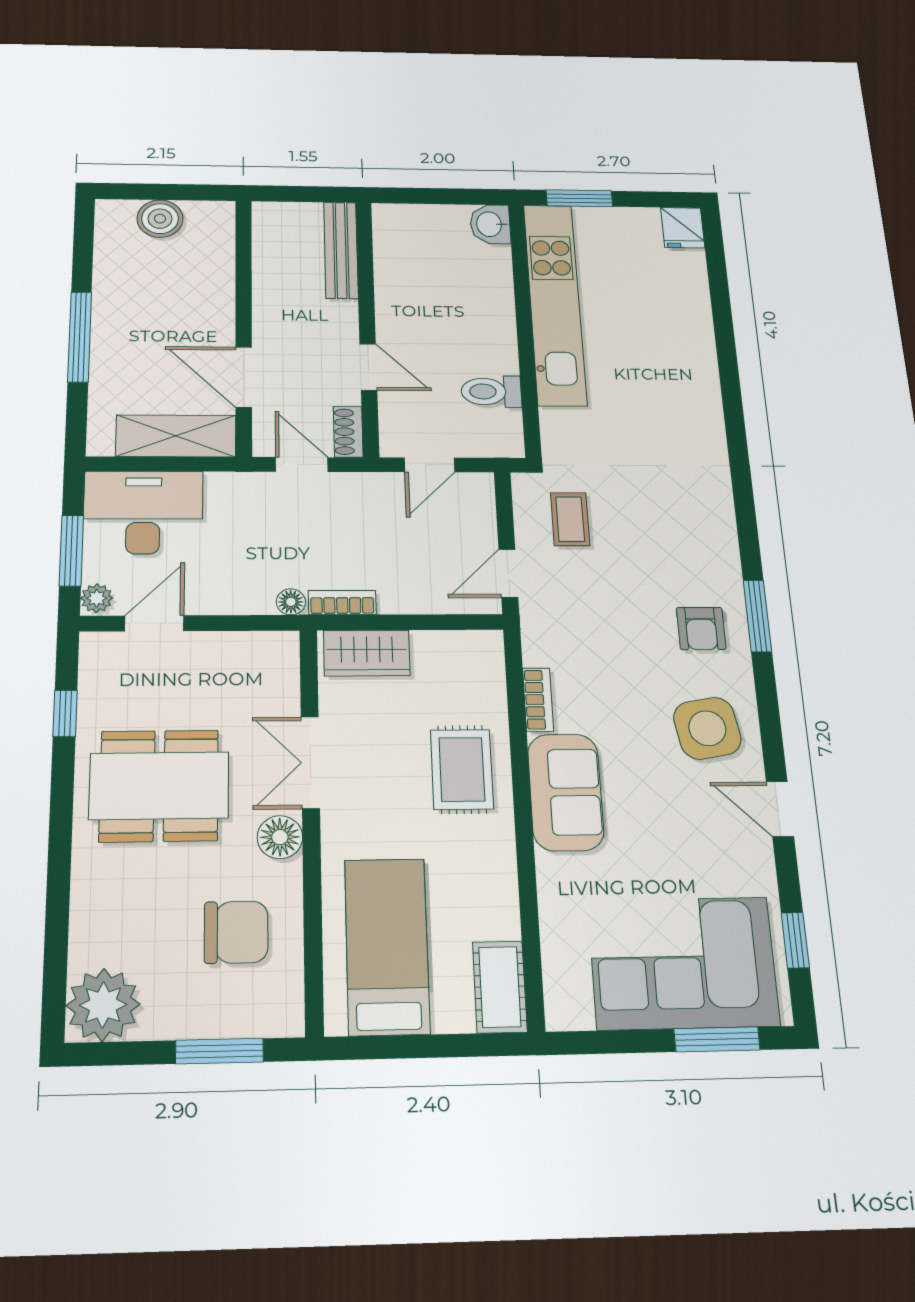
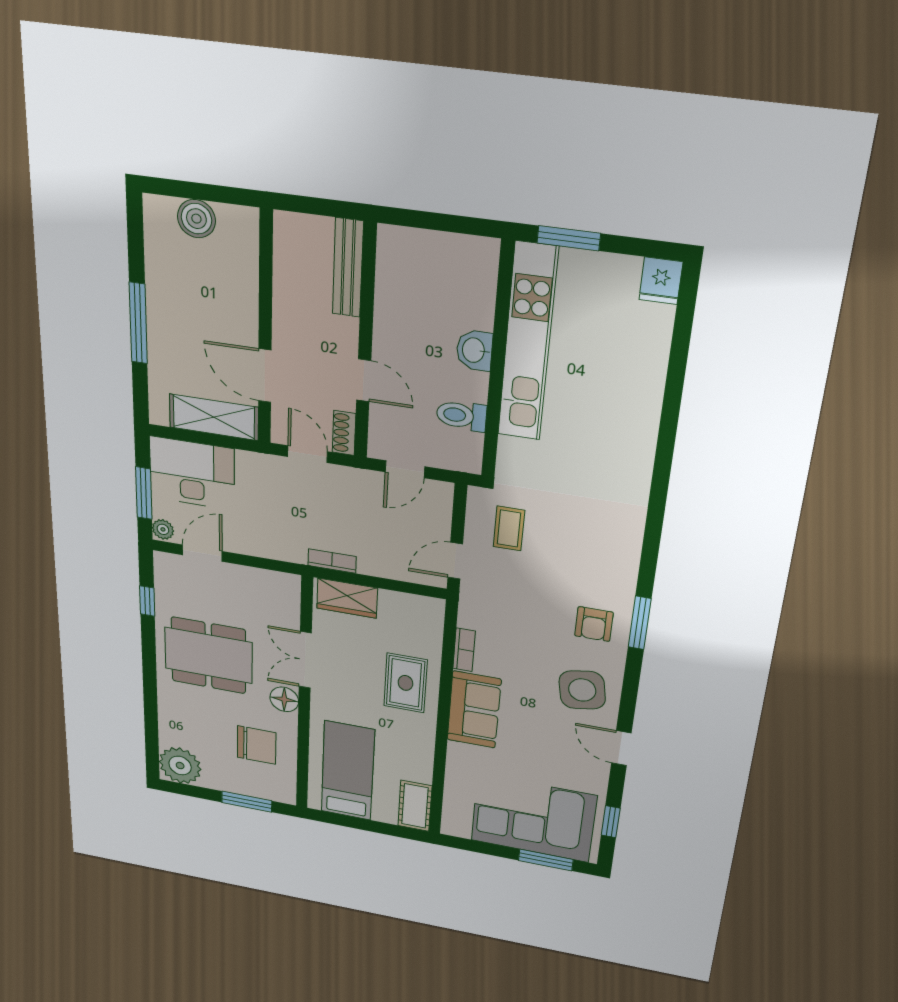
washbasin: (490, 224) -> (474, 350), moved
floor lamp: (291, 602) -> (296, 554), removed

